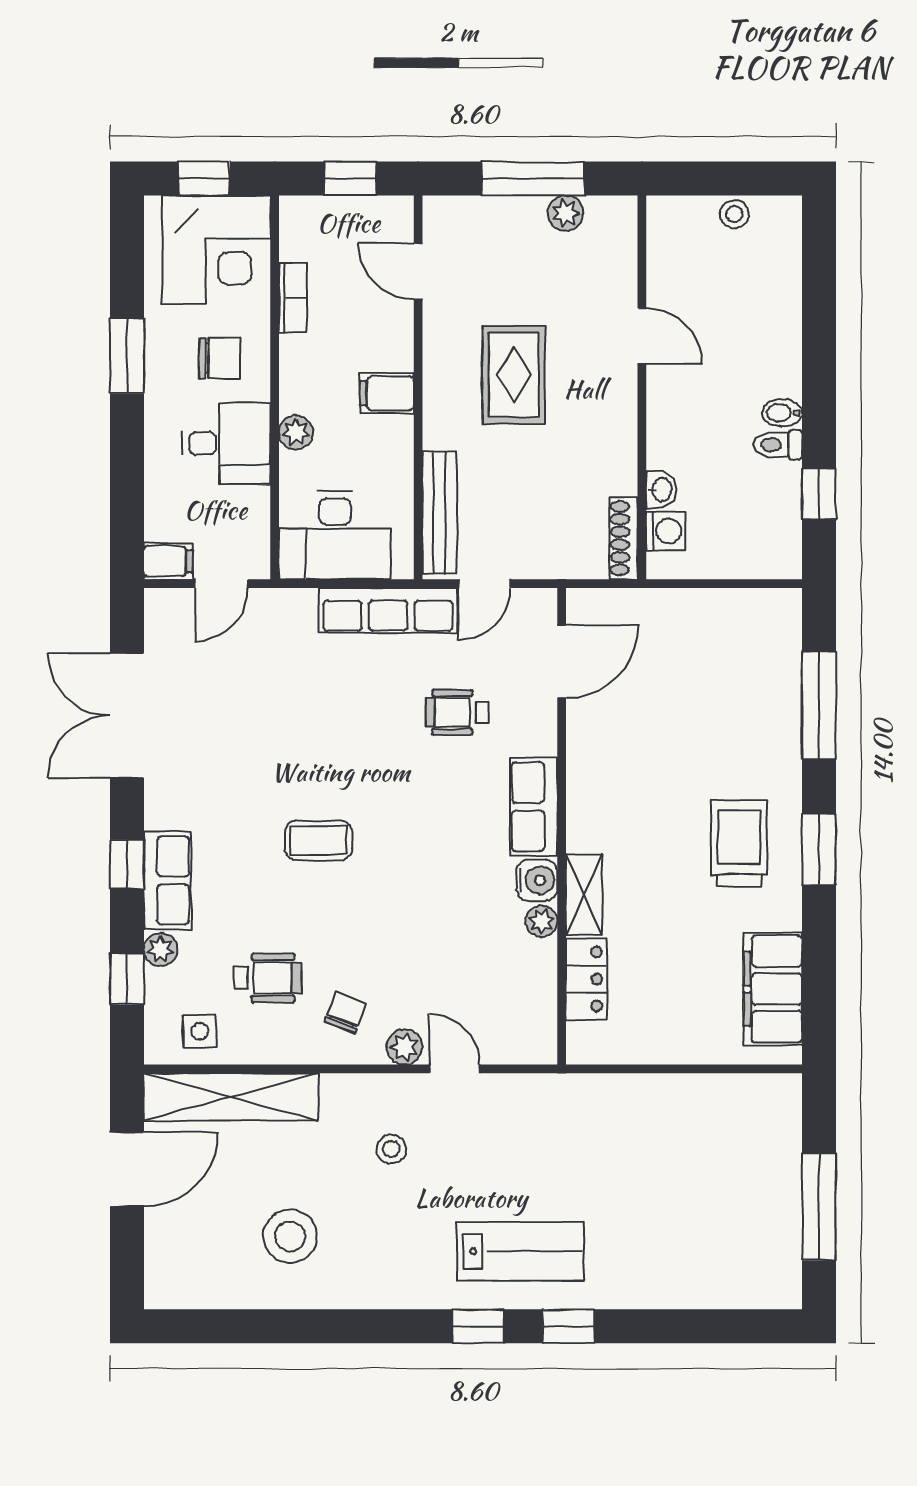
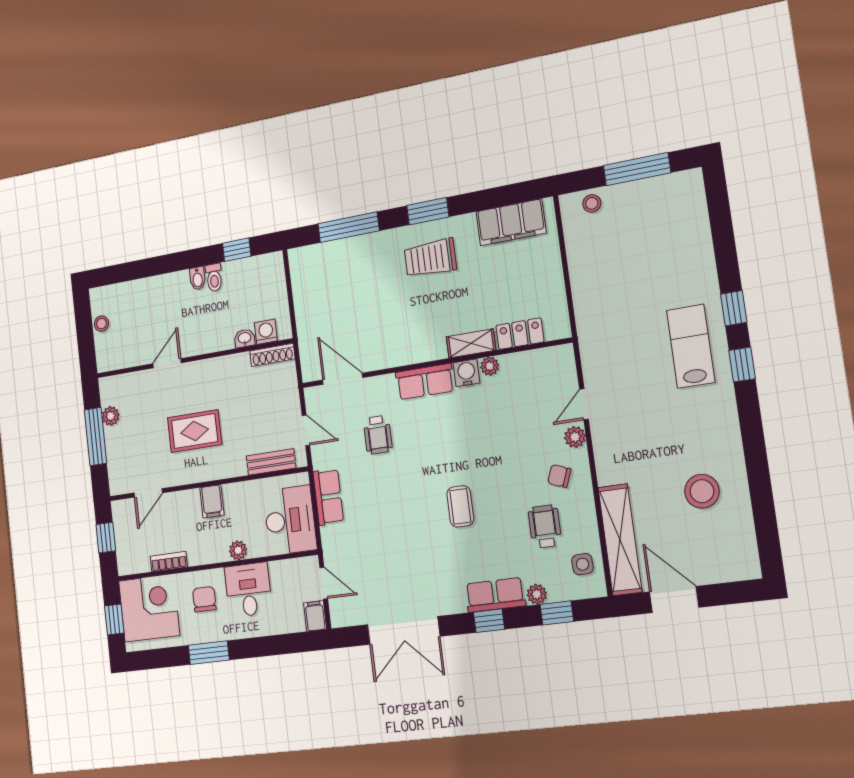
bench: (439, 513) -> (271, 462), width x0.73
row of seats: (388, 610) -> (328, 497), width x0.68
stool: (391, 1149) -> (592, 203), moved

